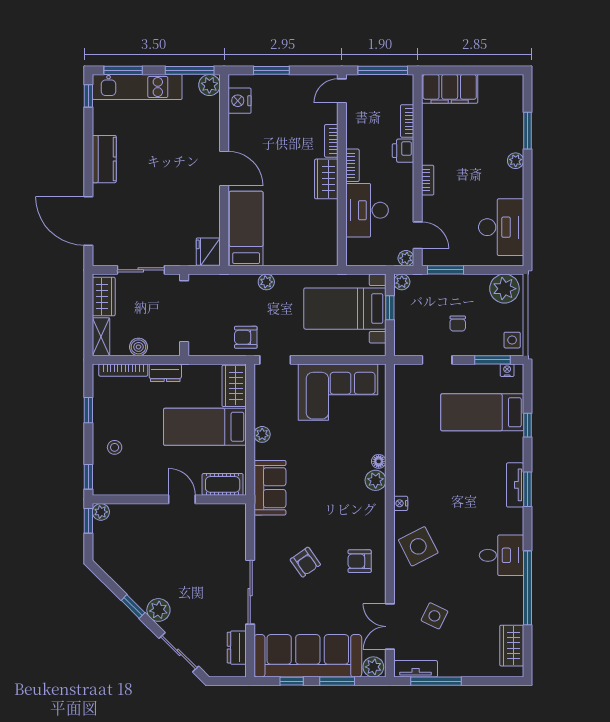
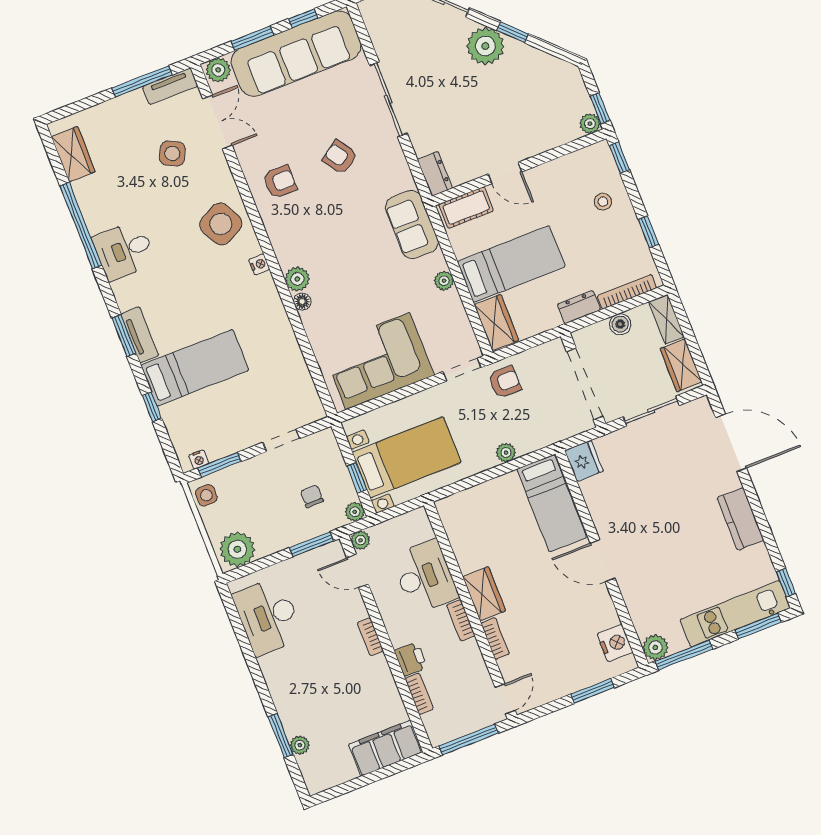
plant: (516, 161) -> (300, 745), moved
chair: (458, 324) -> (312, 496), moved
bed: (482, 412) -> (195, 368), moved
plant: (158, 610) -> (485, 46), width x1.36, depth x1.36
dresser: (237, 648) -> (435, 174), moved

